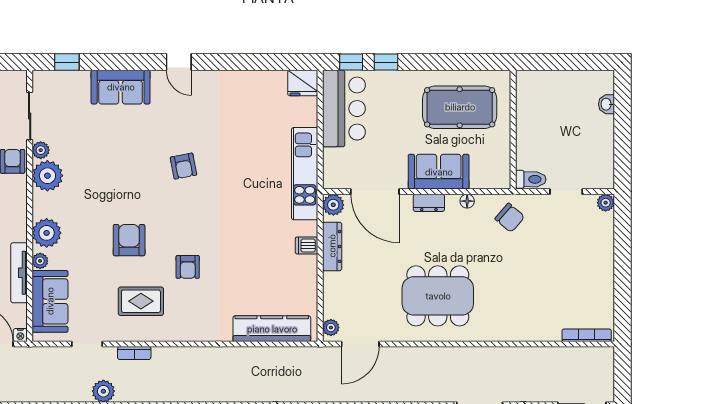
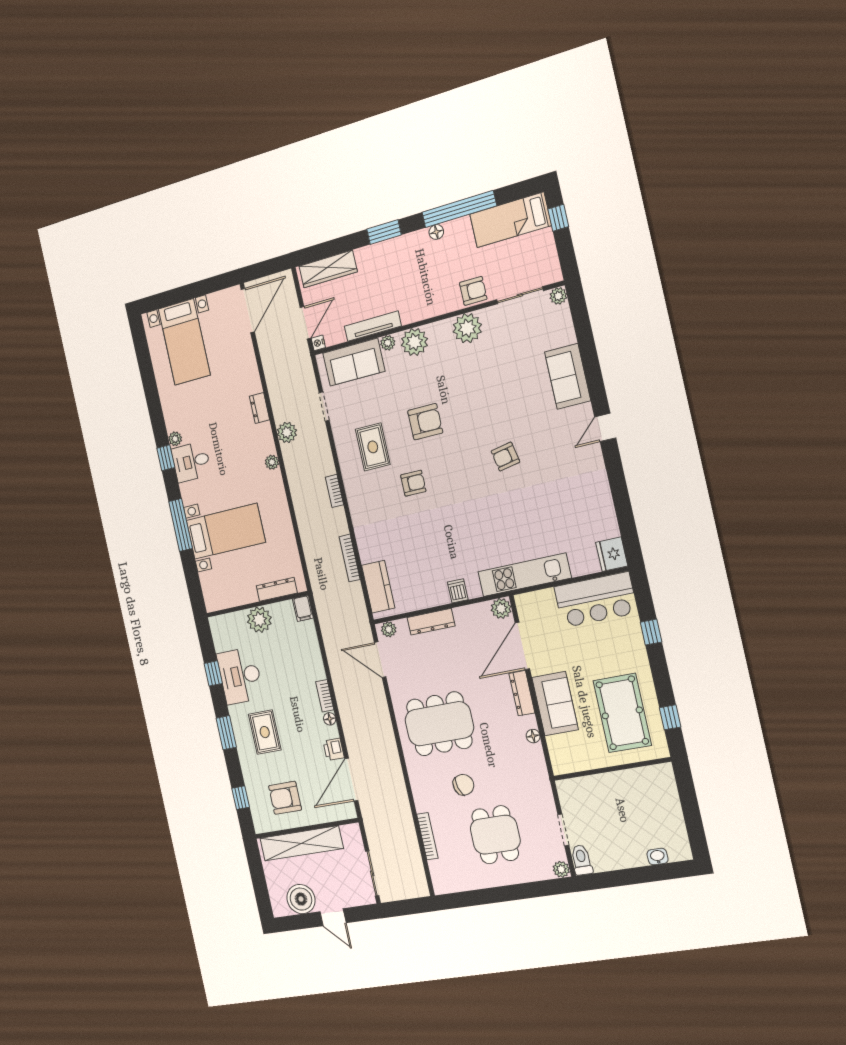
window: (67, 62) -> (580, 317), removed
window: (351, 62) -> (670, 717), moved
plant: (41, 150) -> (558, 296), moved
toilet: (531, 179) -> (582, 860), moved, turned 180
dresser: (429, 203) -> (522, 693), width x1.44
chair: (510, 218) -> (463, 785), moved, turned -147
dresser: (332, 246) -> (431, 622), moved
dining table: (561, 263) -> (495, 835), added
armchair: (188, 267) -> (413, 483), turned 180
dining table: (438, 296) -> (439, 724), turned 90
kitchen counter: (272, 329) -> (378, 587), width x0.67
bookcase: (587, 335) -> (427, 836), moved
bookcase: (134, 353) -> (335, 491), moved
bookcase: (249, 353) -> (350, 558), added

